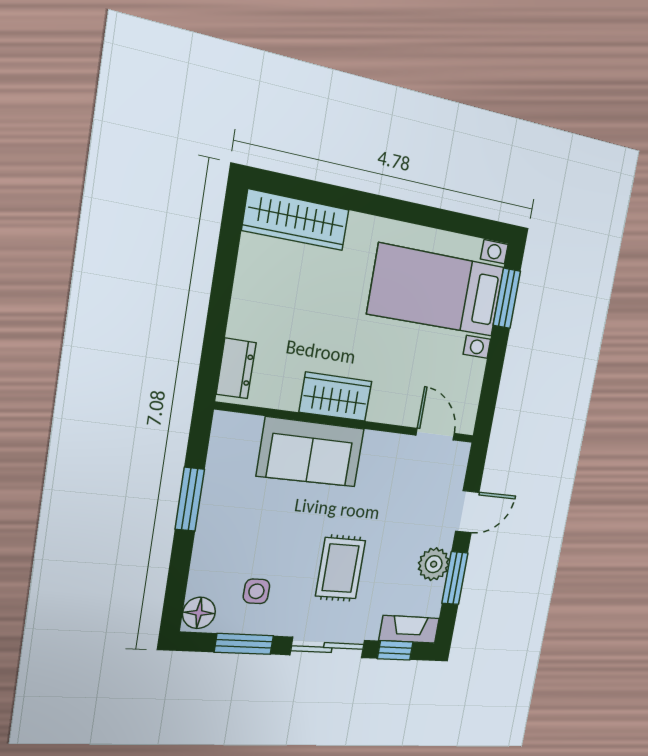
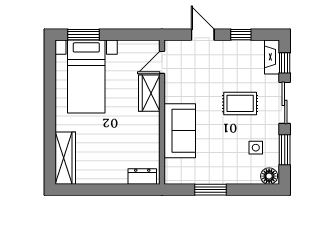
wardrobe: (336, 397) -> (149, 93), moved
plant: (434, 564) -> (234, 49), removed
window: (455, 578) -> (241, 35), width x0.67

